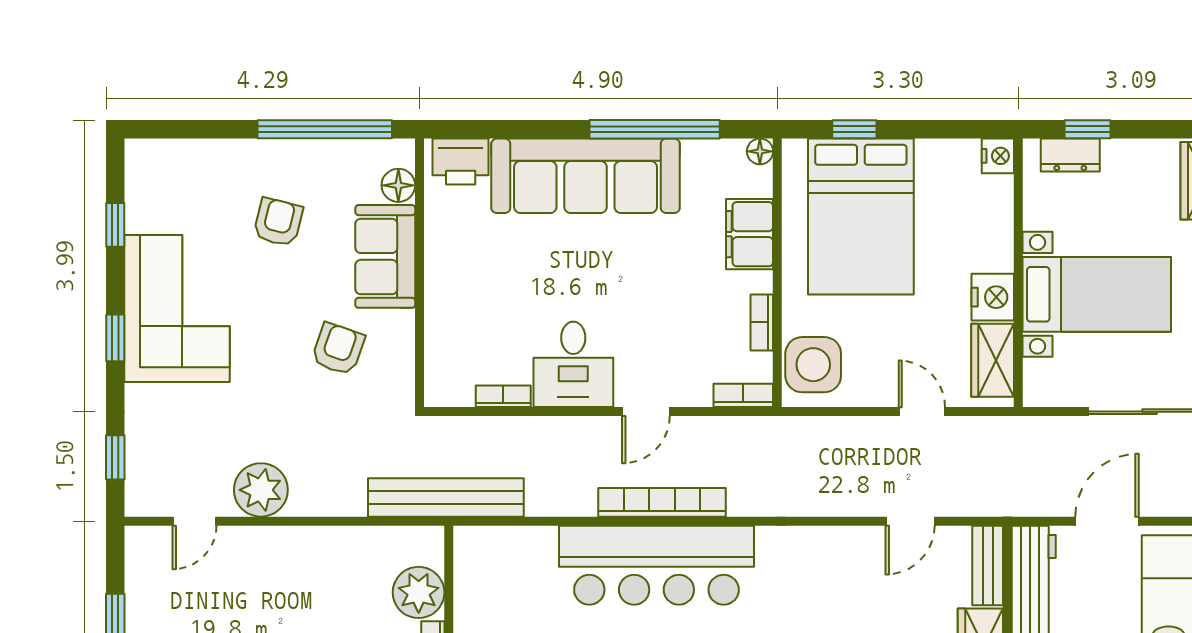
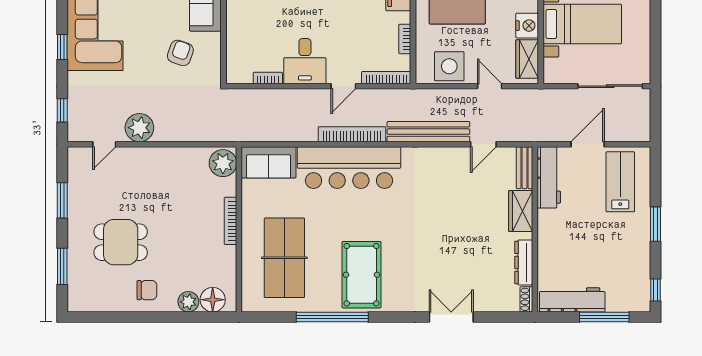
side table: (813, 365) -> (449, 66), moved
bookcase: (743, 395) -> (386, 78), width x1.56
bench: (446, 497) -> (428, 132), moved
sofa: (505, 555) -> (269, 162), added
plant: (419, 592) -> (223, 163), moved

